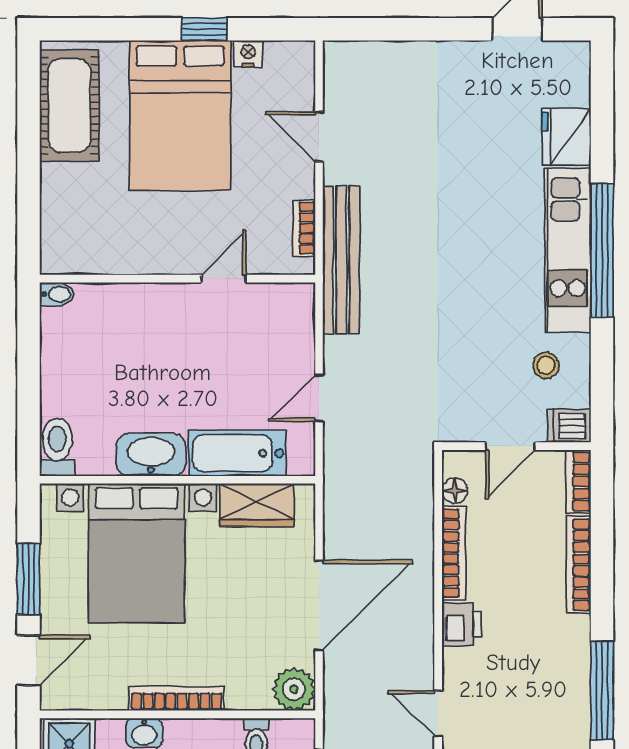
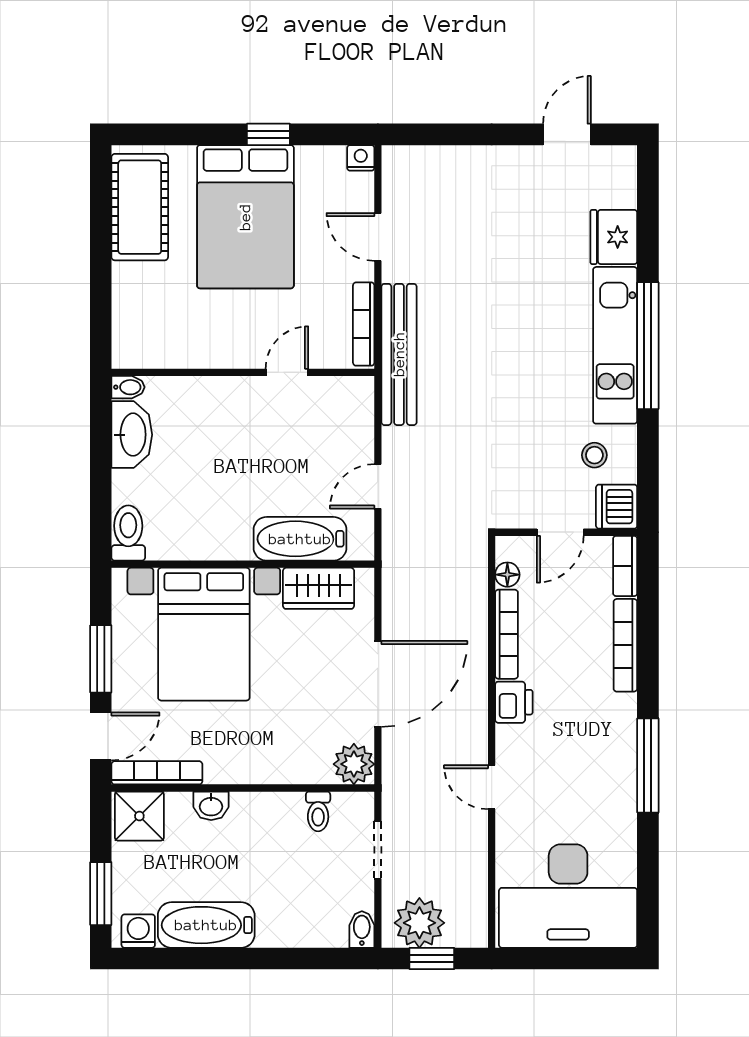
nightstand: (248, 54) -> (361, 158), moved
bookcase: (304, 228) -> (364, 324), width x1.56
dishwasher: (569, 426) -> (617, 507), width x1.38
washbasin: (151, 455) -> (132, 435), moved, turned 90
bookcase: (176, 698) -> (157, 773), moved

